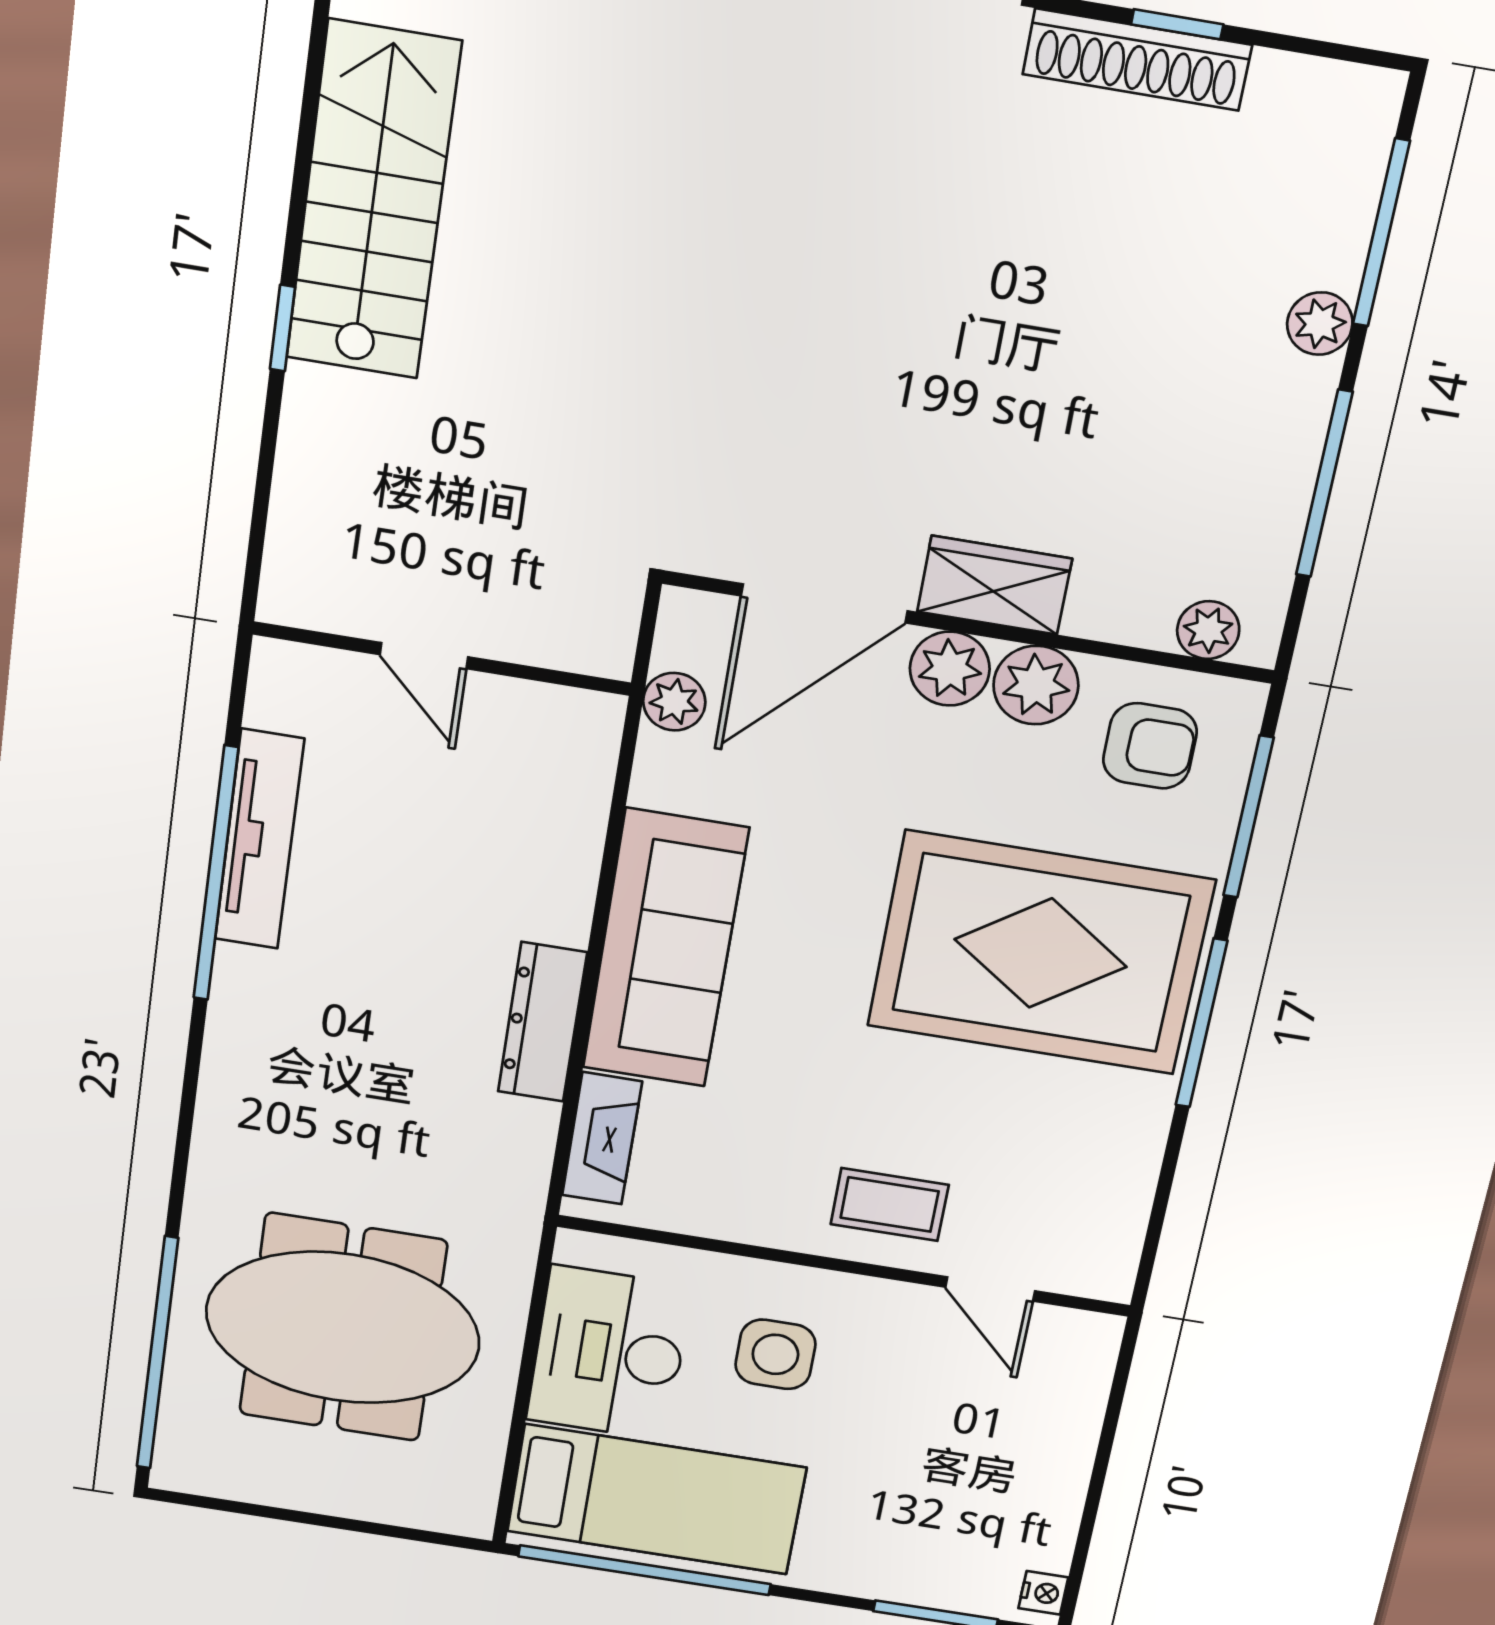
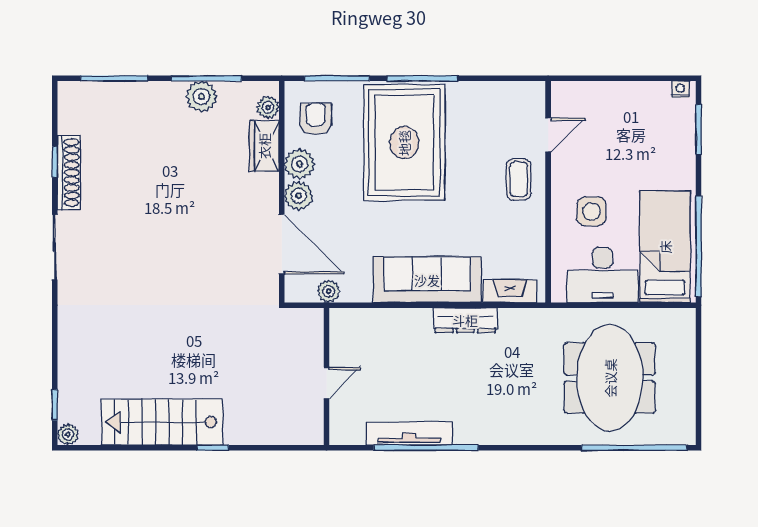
plant: (1320, 324) -> (201, 96), moved, width x1.38, depth x1.38
wardrobe: (994, 585) -> (264, 146), moved

